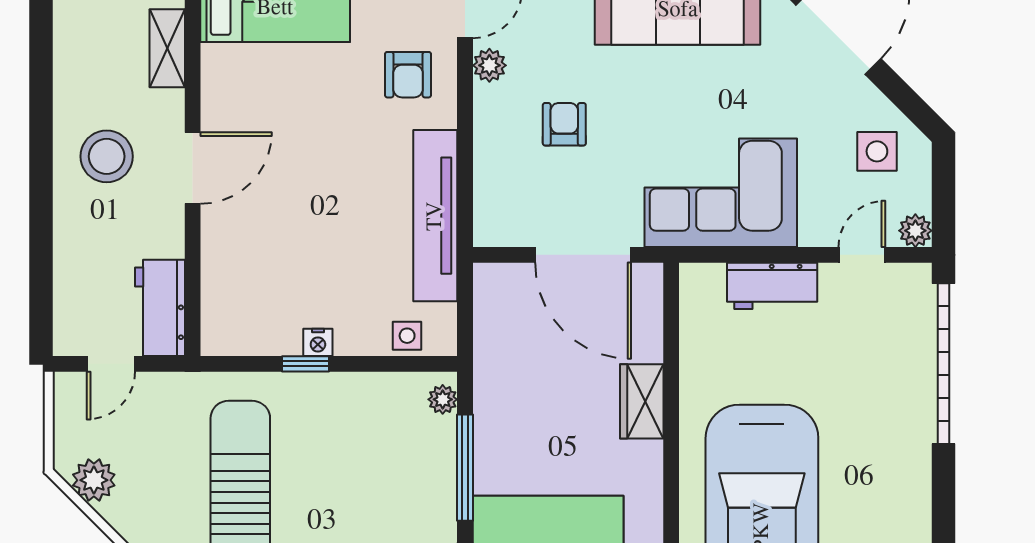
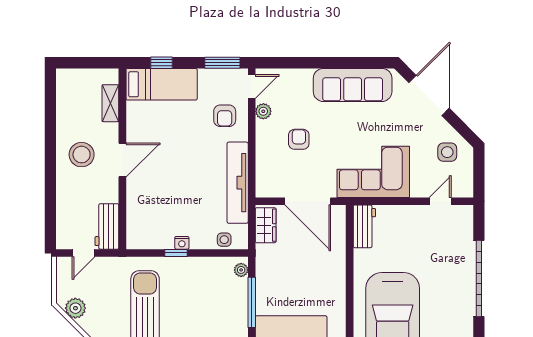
plant: (915, 231) -> (465, 190), removed
workbench: (772, 286) -> (364, 226), moved, turned -90
garage door: (944, 364) -> (479, 279), moved
wardrobe: (642, 401) -> (266, 225), moved, turned 180

